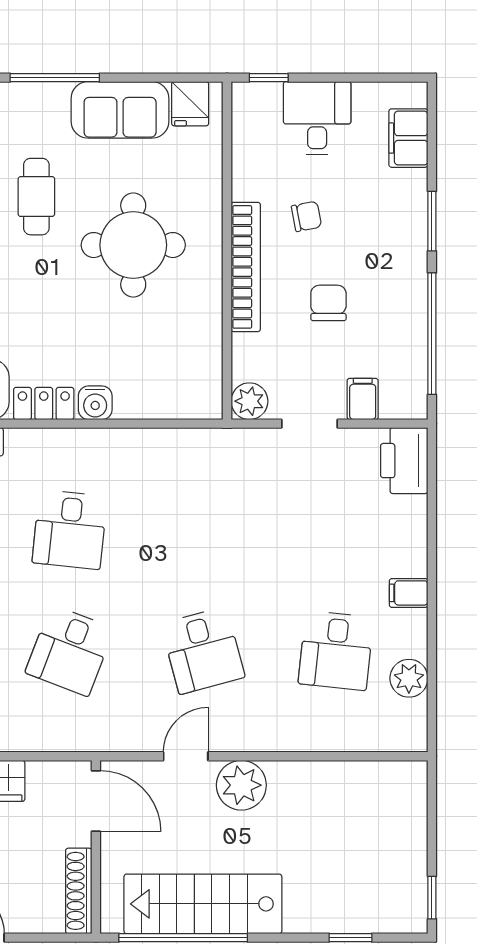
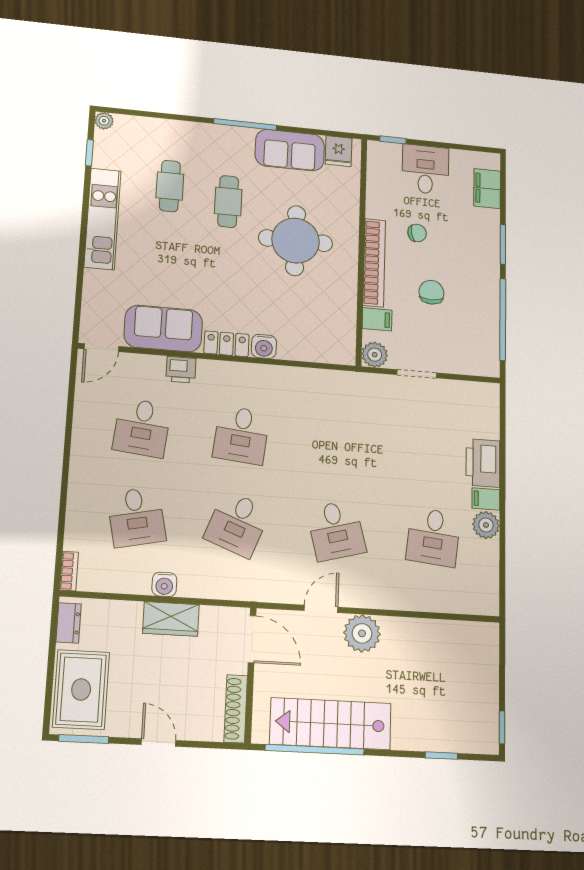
filing cabinet: (363, 399) -> (377, 319), moved, turned 90
printer: (404, 461) -> (483, 463), moved
plant: (409, 678) -> (486, 525), moved

